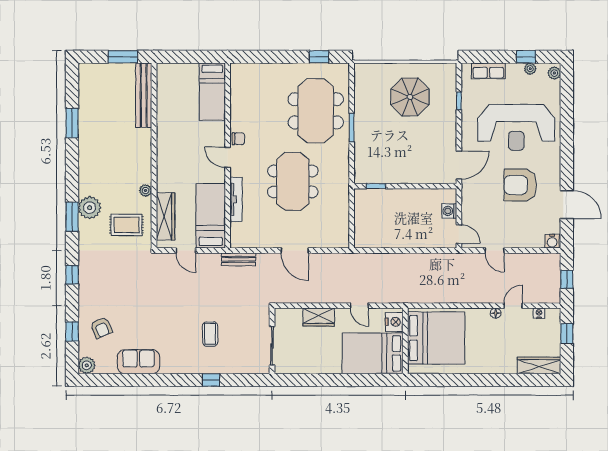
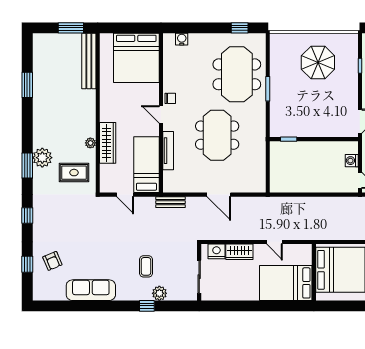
water cooler: (252, 70) -> (182, 39), added
bed: (212, 92) -> (136, 58), width x2.04
wardrobe: (166, 216) -> (108, 143), moved
nightstand: (394, 322) -> (216, 251), moved, turned -90
sofa: (138, 362) -> (91, 290), width x1.36
plant: (87, 365) -> (159, 293), moved

